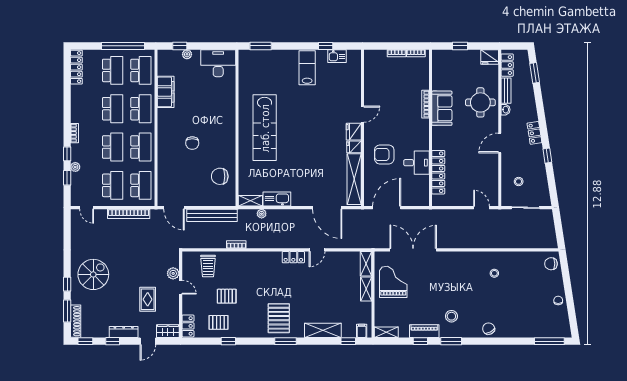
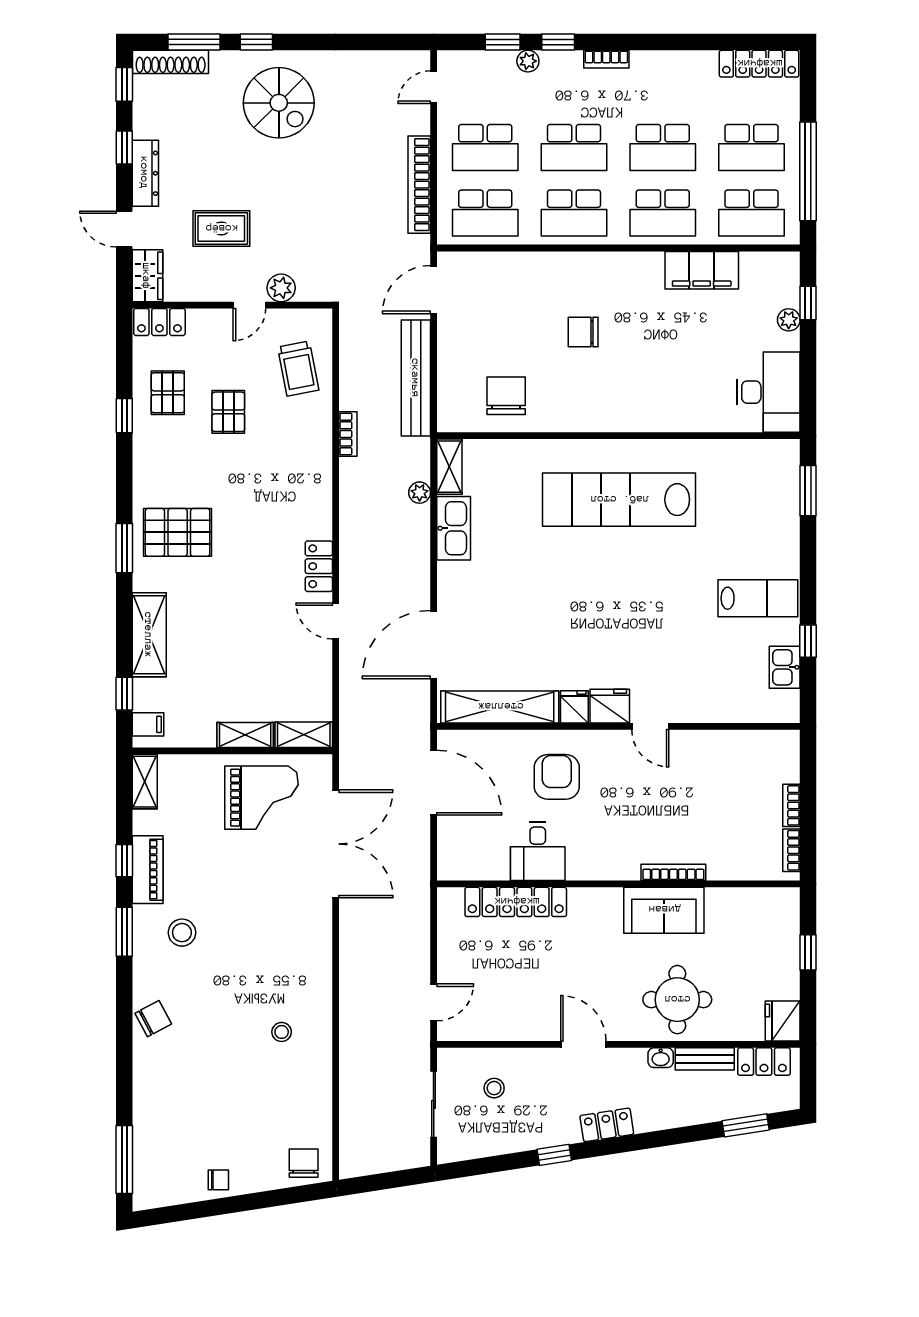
trolley: (208, 266) -> (298, 369), turned -101

